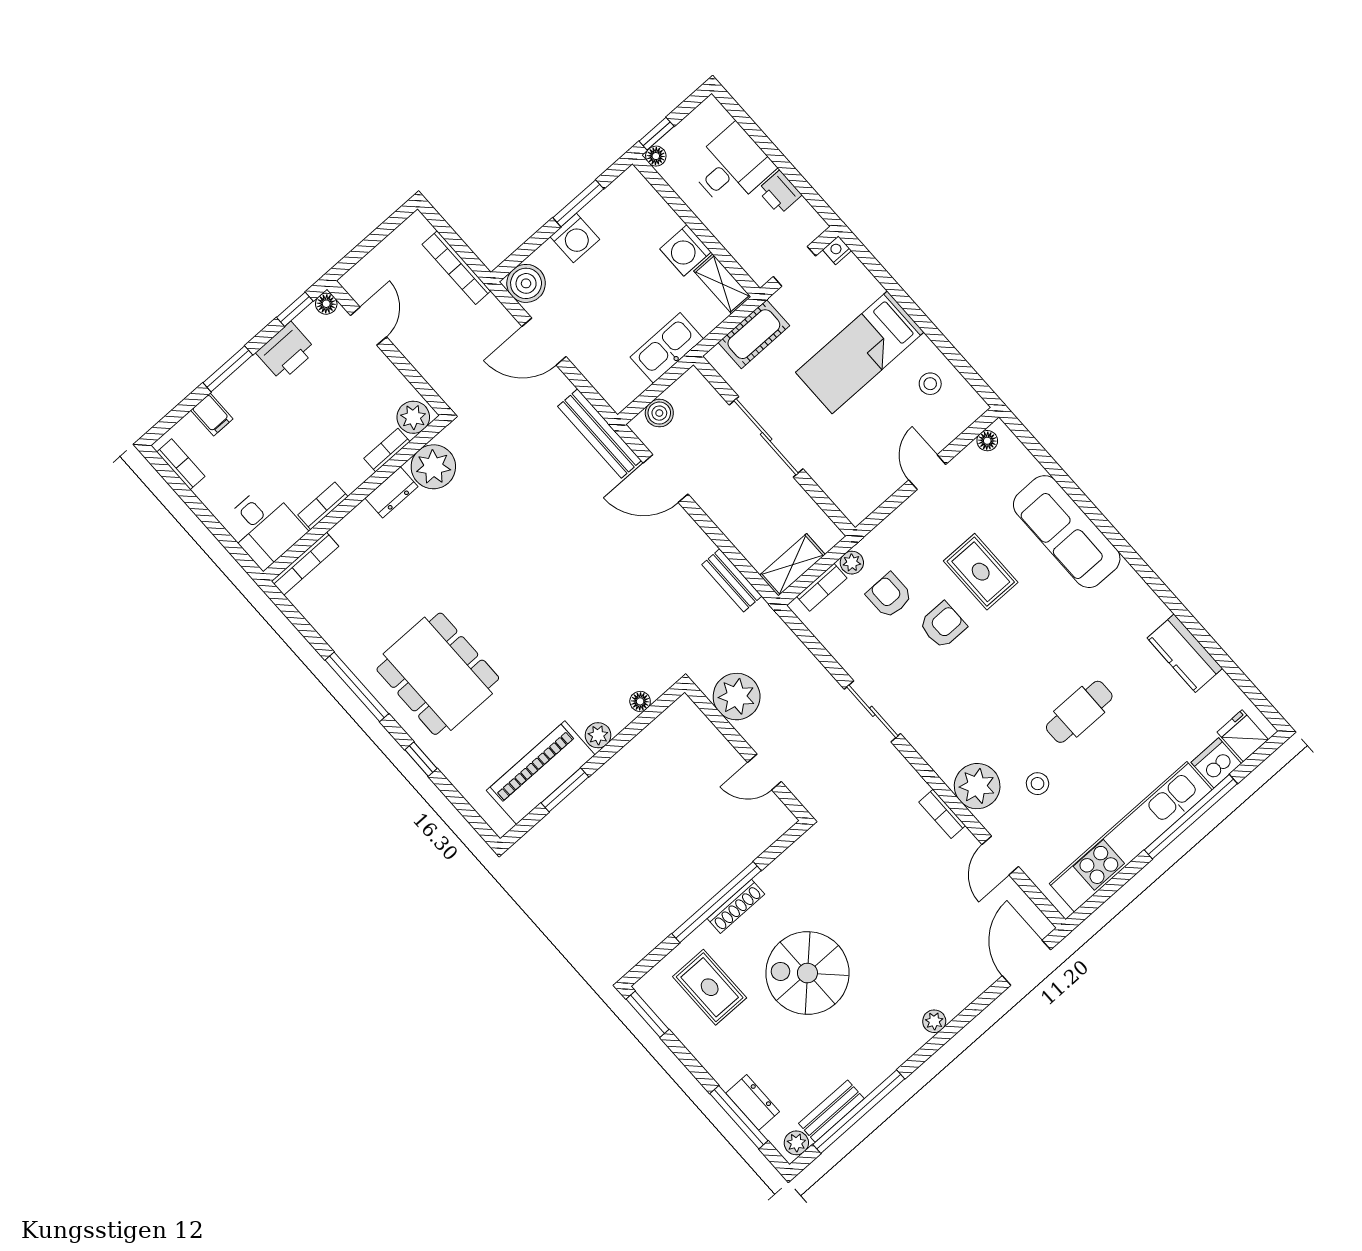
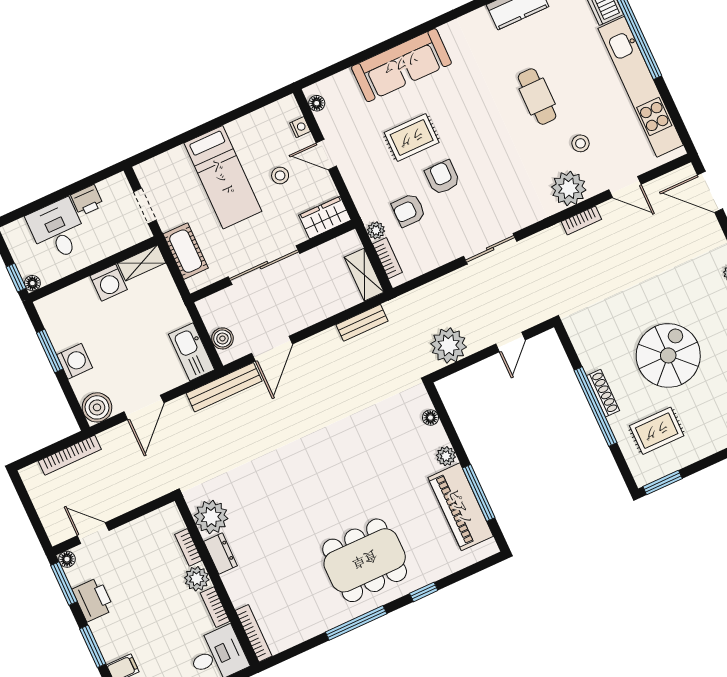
nightstand: (837, 250) -> (300, 127), moved, turned 180
window: (295, 309) -> (64, 584), width x1.50
kitchen sink: (667, 348) -> (192, 352), moved
stool: (930, 384) -> (280, 175), moved
plant: (413, 417) -> (197, 579), moved
wardrobe: (848, 494) -> (325, 218), added
window: (565, 790) -> (479, 493), width x1.44
spiral stairs: (807, 973) -> (668, 355), turned 180

